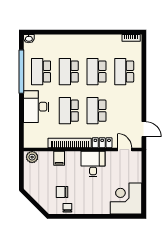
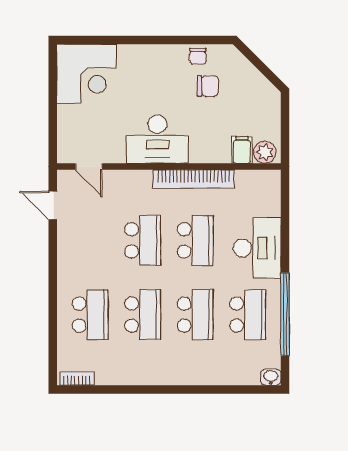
locker: (102, 143) -> (132, 180), removed
filing cabinet: (59, 158) -> (242, 150), moved
desk: (93, 164) -> (157, 139), width x1.37

